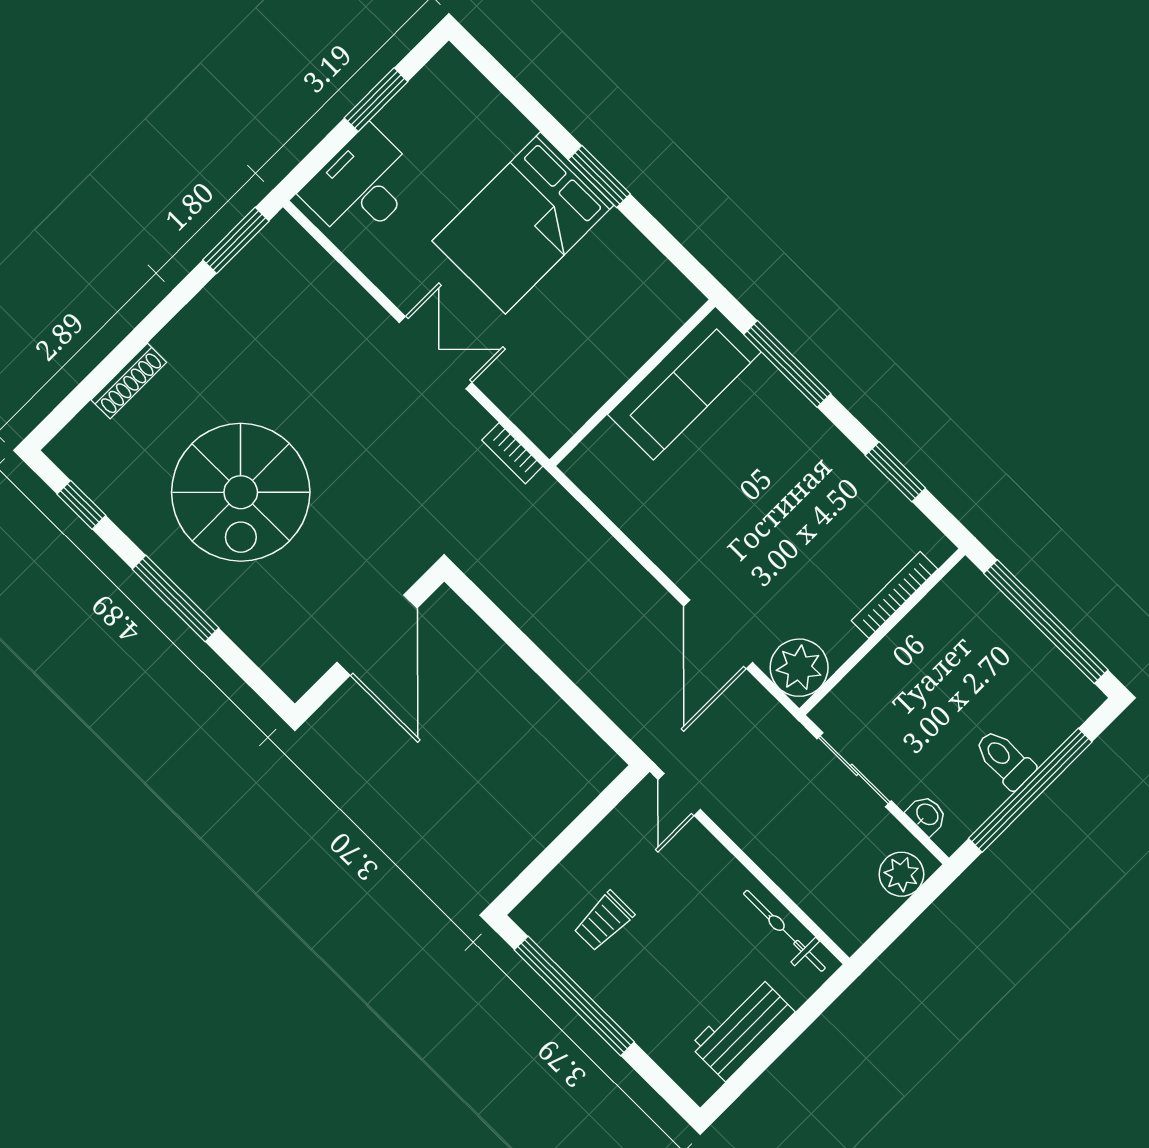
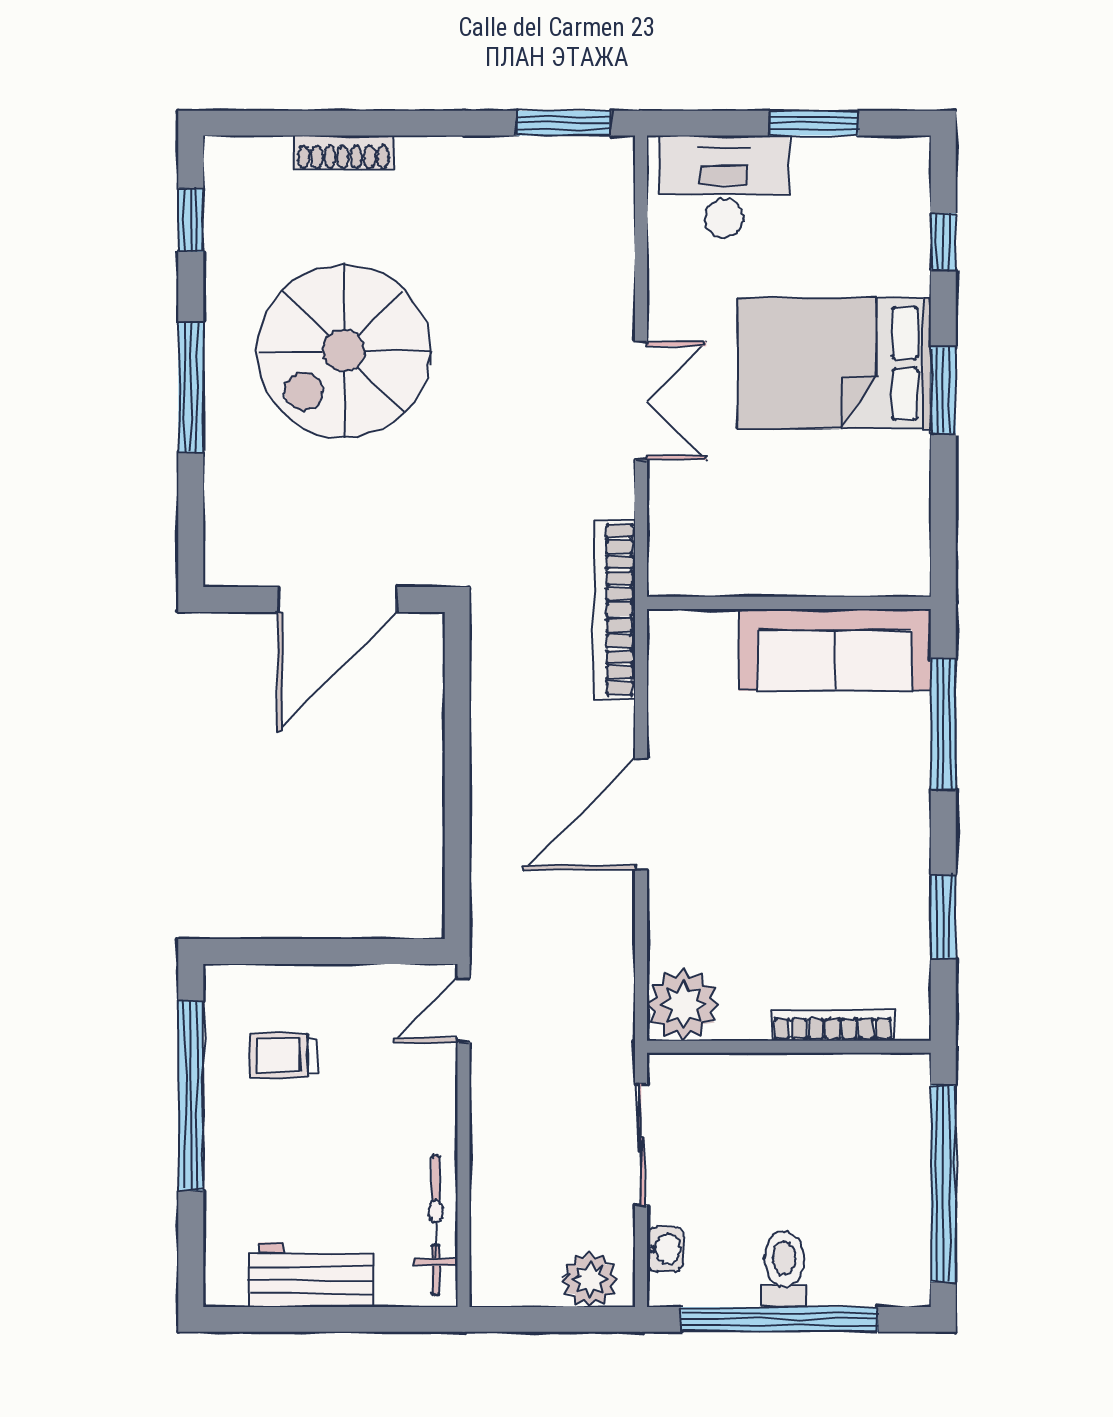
window: (516, 93) -> (943, 242), added
bookcase: (512, 453) -> (615, 610), width x2.31, depth x1.31
door: (718, 634) -> (641, 814), moved

